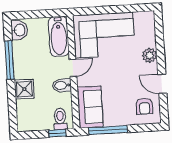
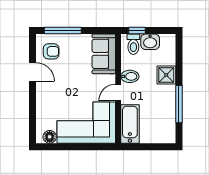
floor lamp: (141, 18) -> (50, 137), added
washbasin: (19, 30) -> (150, 42), moved, turned -90
plant: (150, 55) -> (43, 100), removed
armchair: (144, 106) -> (51, 51), turned 90
window: (108, 130) -> (63, 30), moved

